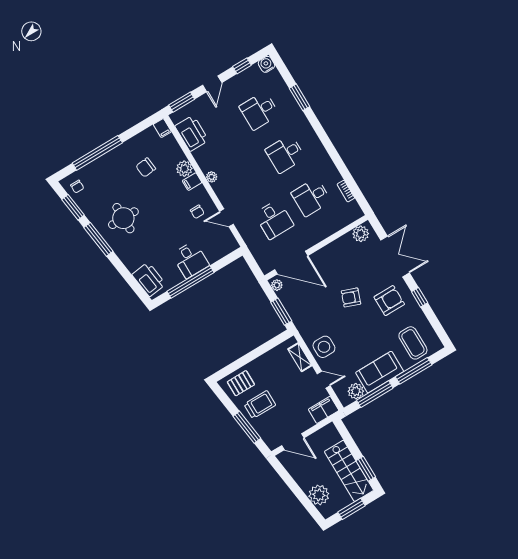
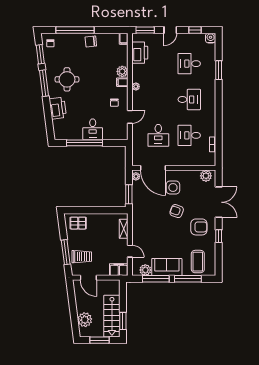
desk: (285, 154) -> (189, 99), turned 180
chair: (146, 167) -> (91, 42), moved
door: (226, 218) -> (130, 117), swing flipped
printer: (149, 279) -> (58, 108), moved
side table: (324, 347) -> (173, 187), moved
trolley: (260, 405) -> (82, 257), moved

